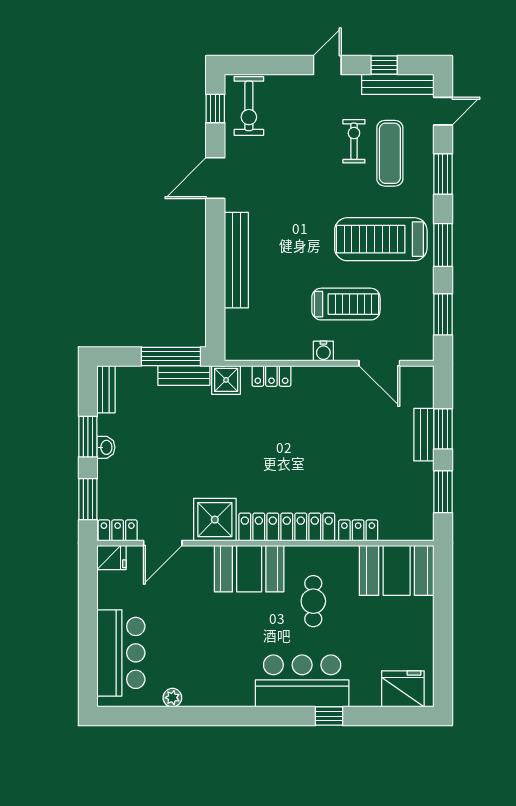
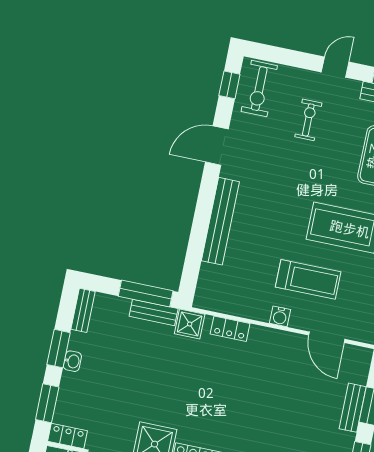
exercise bike: (354, 141) -> (308, 120), moved

